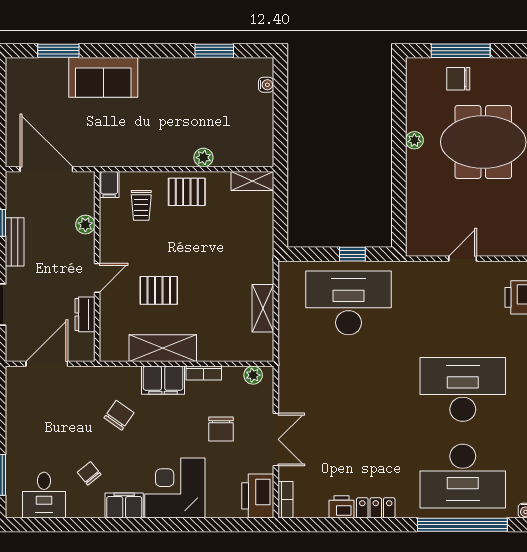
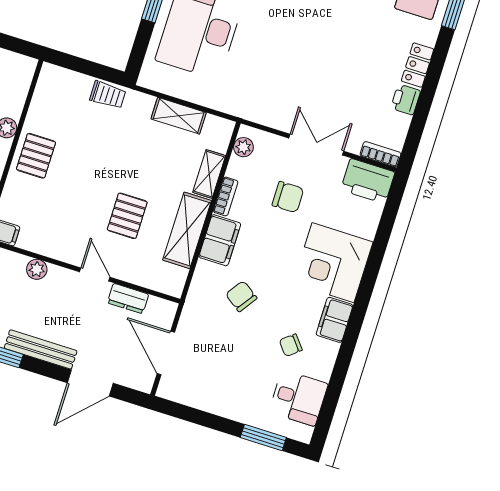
shelving: (252, 181) -> (209, 174), moved
trolley: (141, 205) -> (108, 95), moved
bench: (15, 242) -> (41, 349), width x1.36

